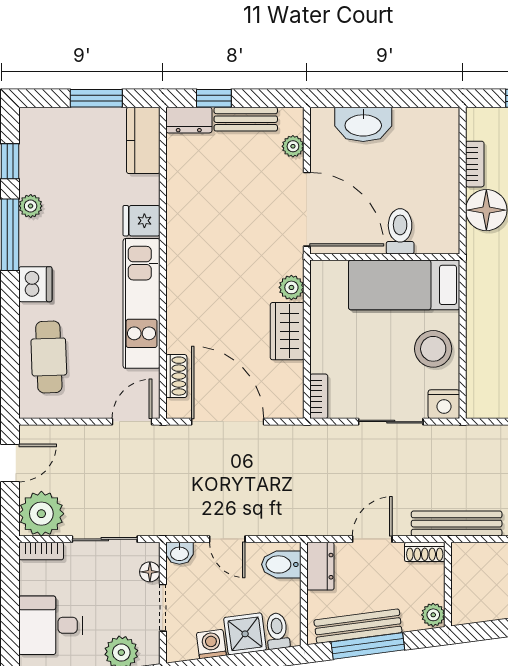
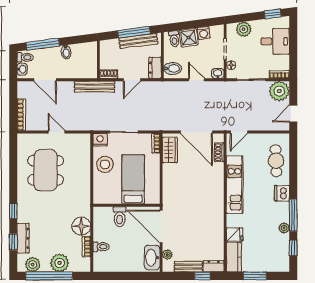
washbasin: (363, 124) -> (152, 258), moved, turned -90
toilet: (442, 164) -> (101, 247), added
fridge: (142, 221) -> (235, 234), moved
bed: (404, 285) -> (133, 179), moved, turned -90
plant: (291, 287) -> (168, 192), removed
wardrobe: (287, 331) -> (170, 150), moved
plant: (433, 615) -> (105, 46), removed

